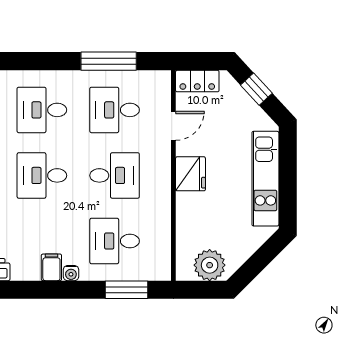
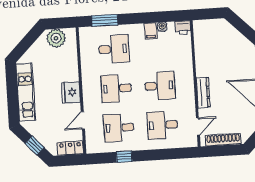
window: (109, 61) -> (124, 157), width x0.46
desk: (42, 110) -> (162, 125), turned 180
desk: (115, 110) -> (119, 128), turned 180
water cooler: (71, 273) -> (162, 27), moved

